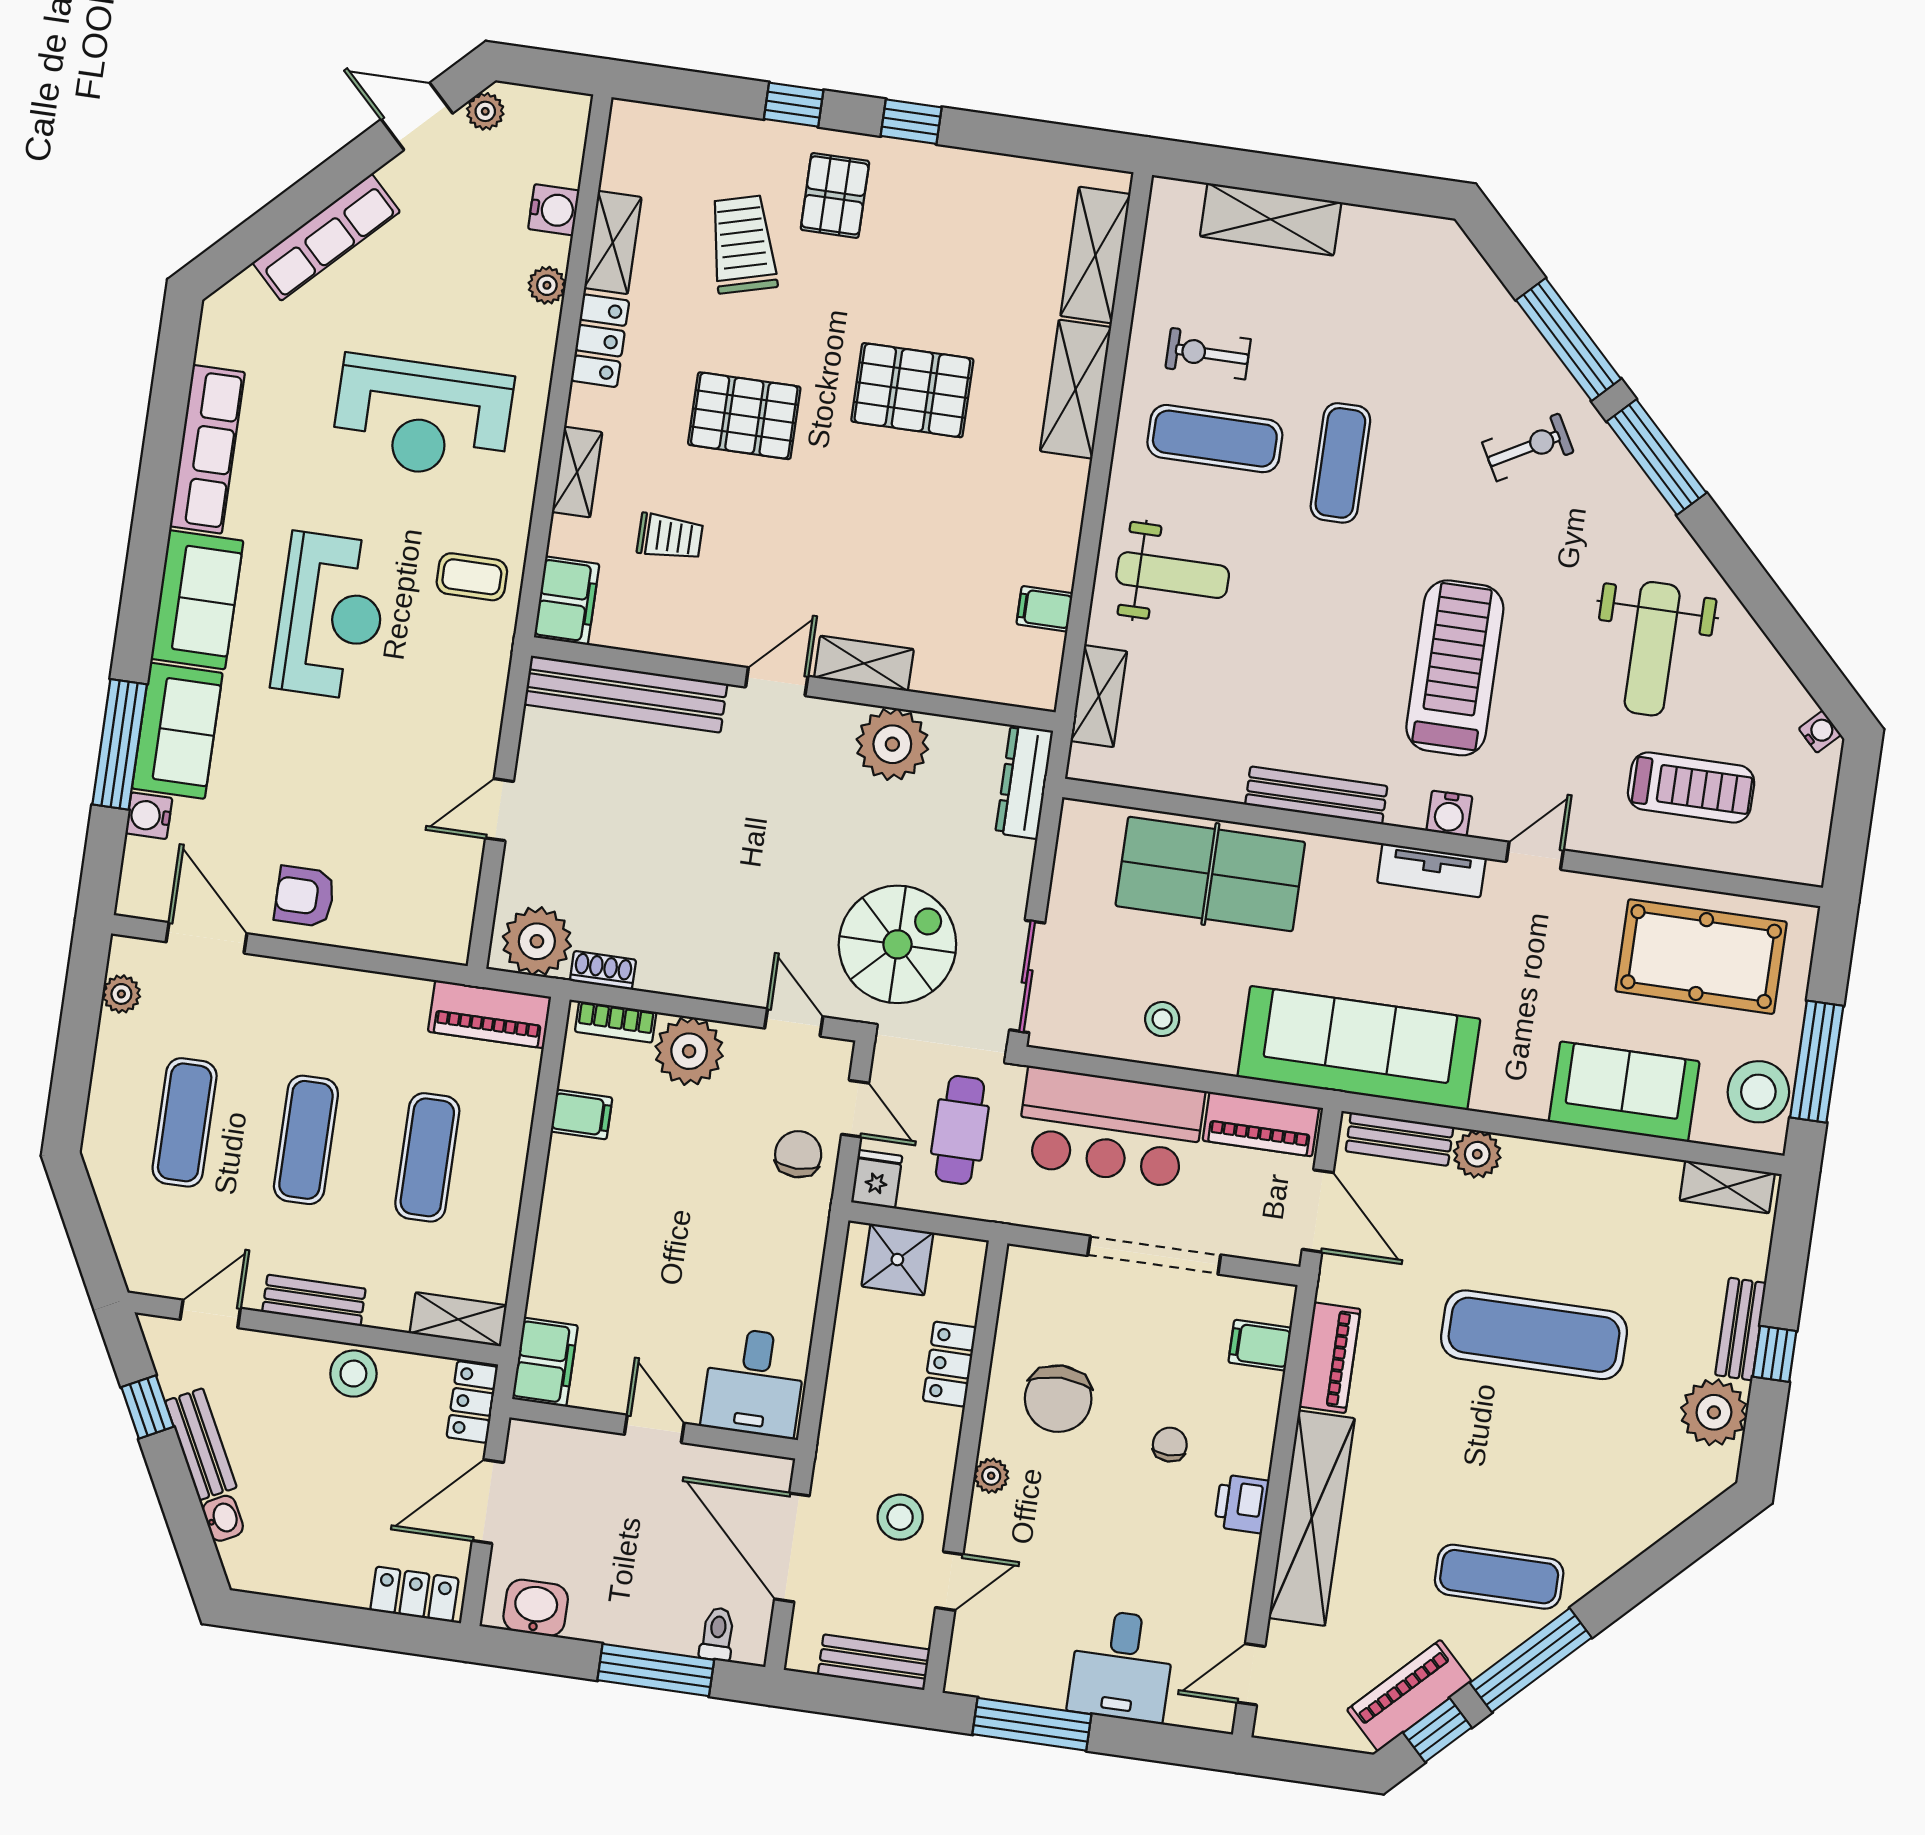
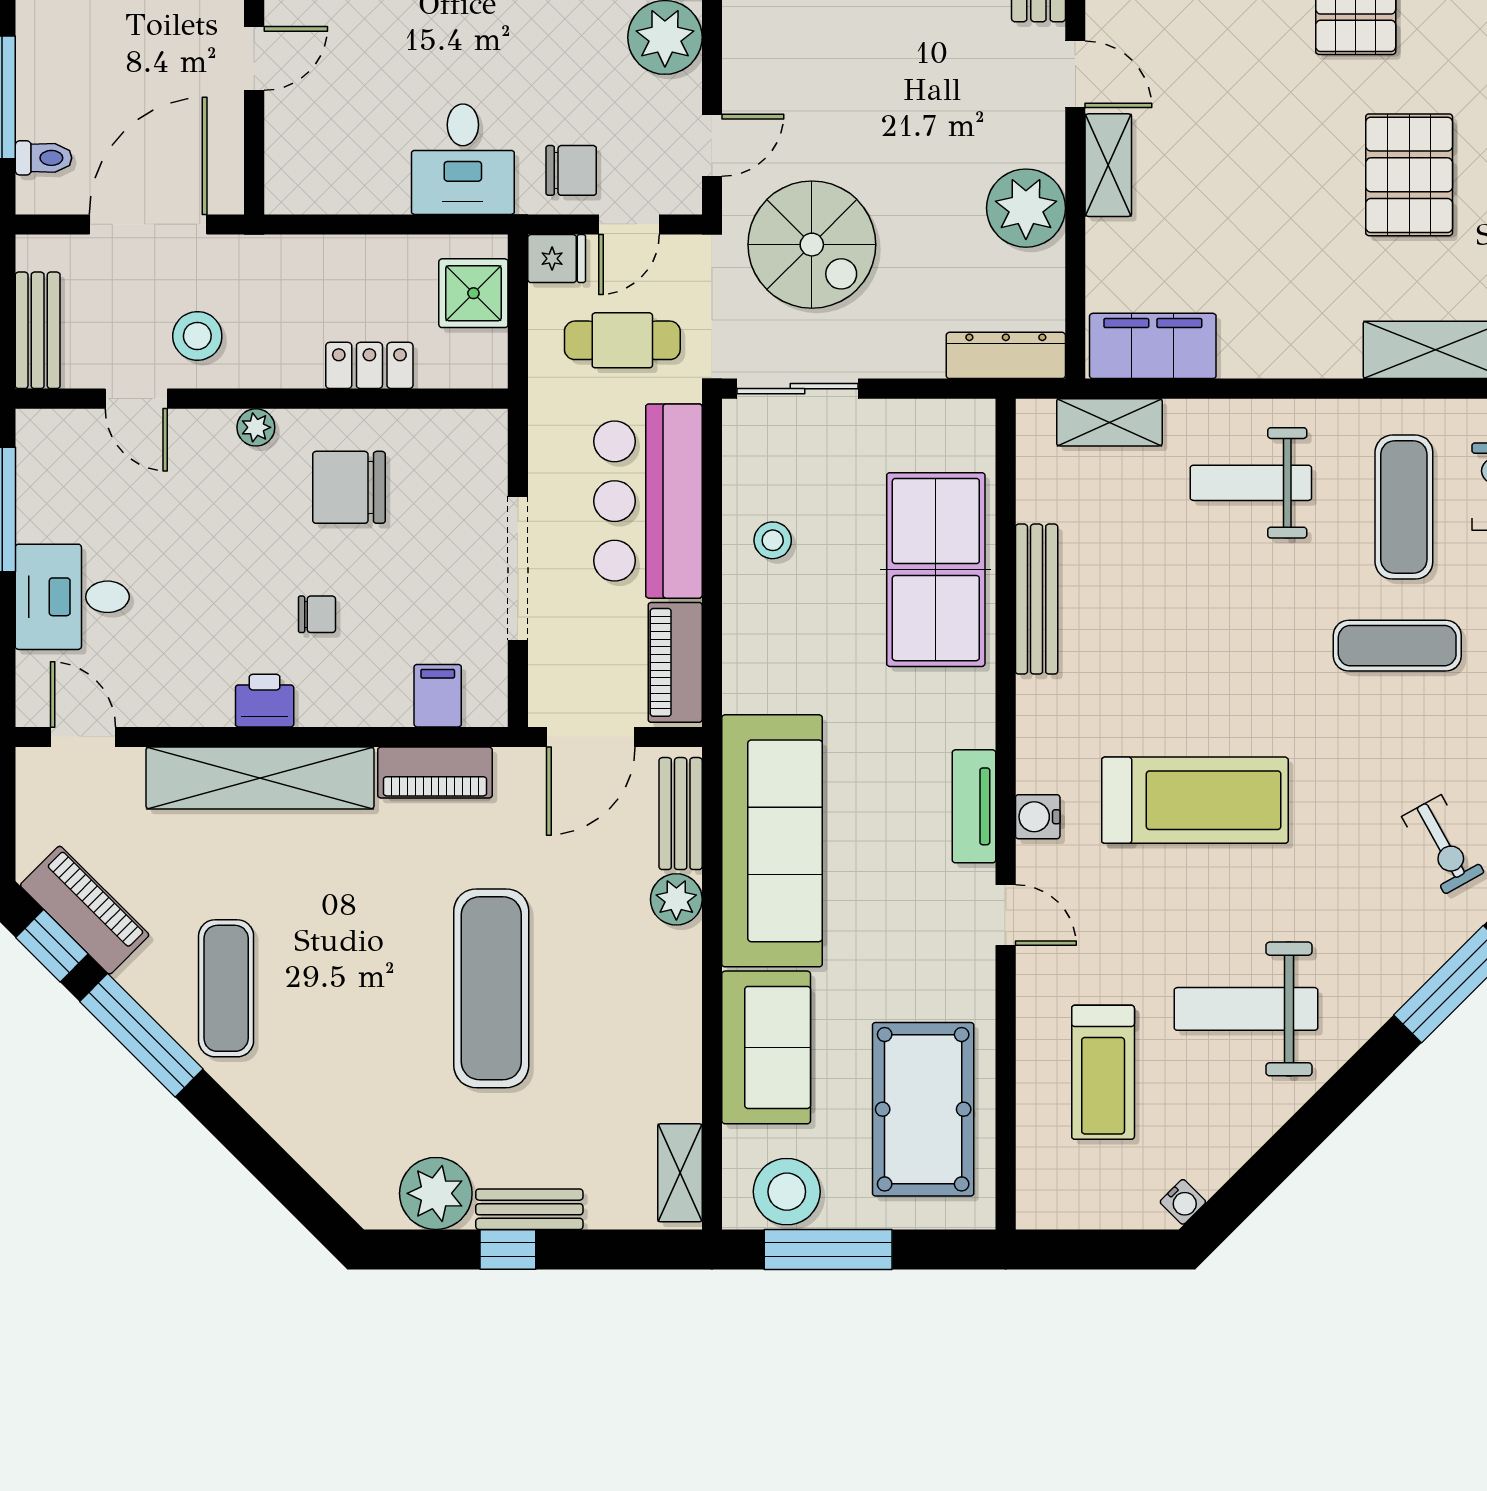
weight bench: (1173, 575) -> (1251, 483), turned 90
filing cabinet: (1045, 609) -> (1153, 346), width x3.00, depth x1.17
bench: (1316, 795) -> (1037, 599), moved
sofa: (1359, 1048) -> (772, 841), moved
desk: (754, 1382) -> (463, 159), moved, turned -90

